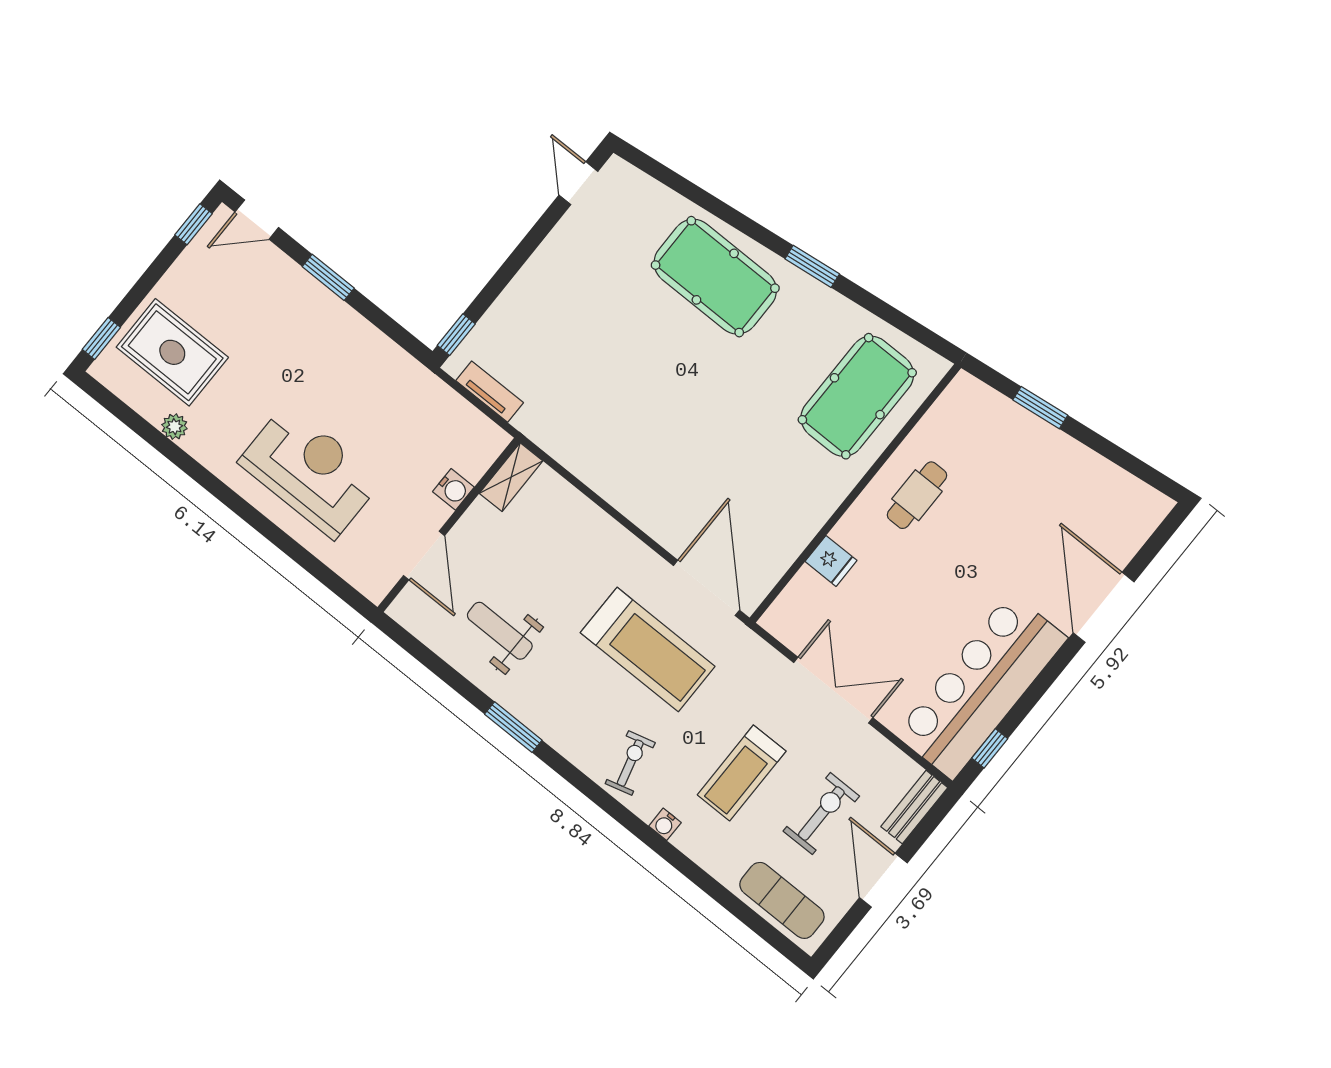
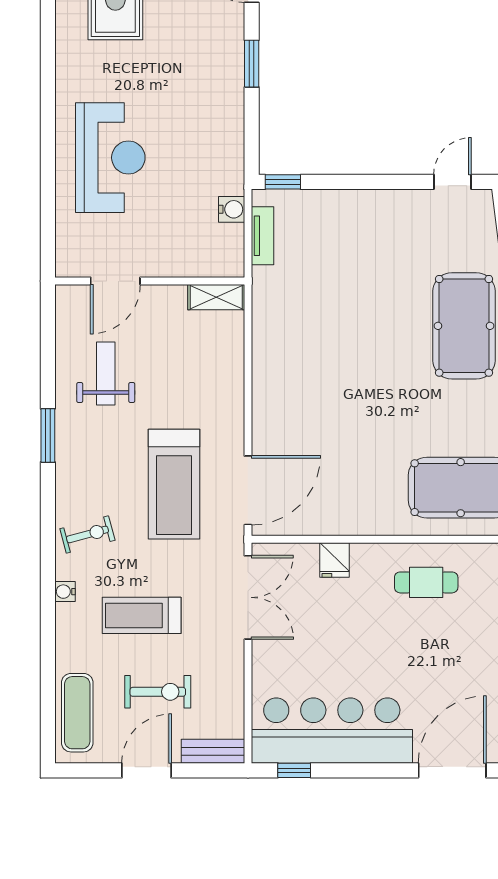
plant: (174, 427) -> (66, 41), removed
water cooler: (453, 489) -> (232, 209), moved, turned -90
double door: (833, 690) -> (248, 597), moved

